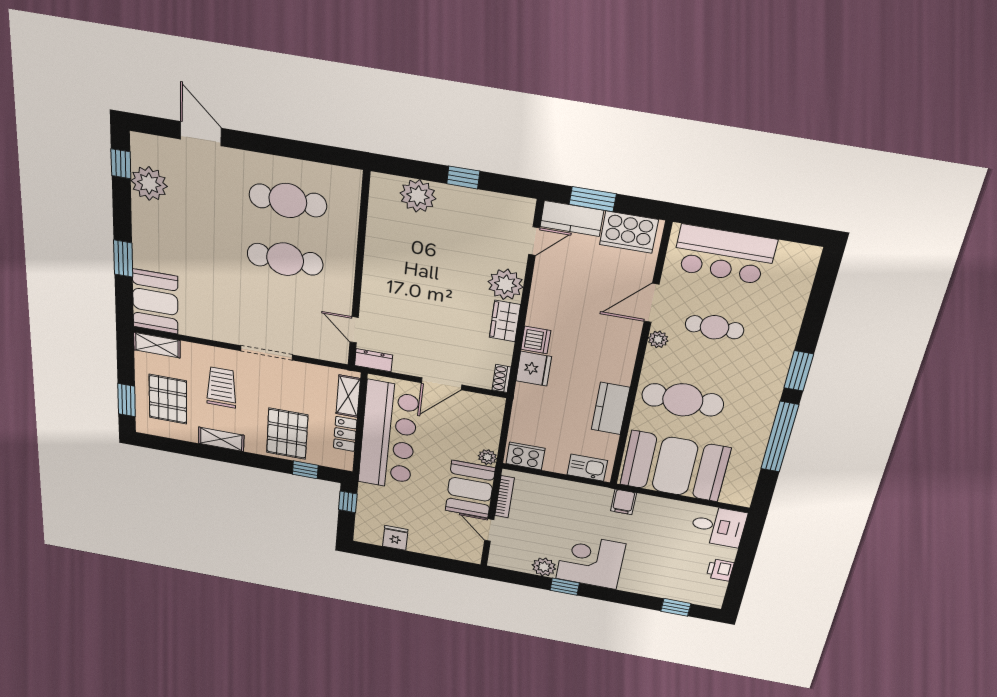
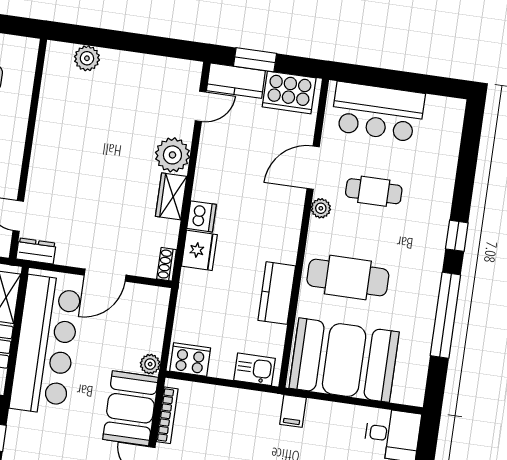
window: (463, 177) -> (135, 43), removed
plant: (418, 196) -> (87, 58), width x0.73, depth x0.73
window: (799, 371) -> (457, 236), width x0.67

